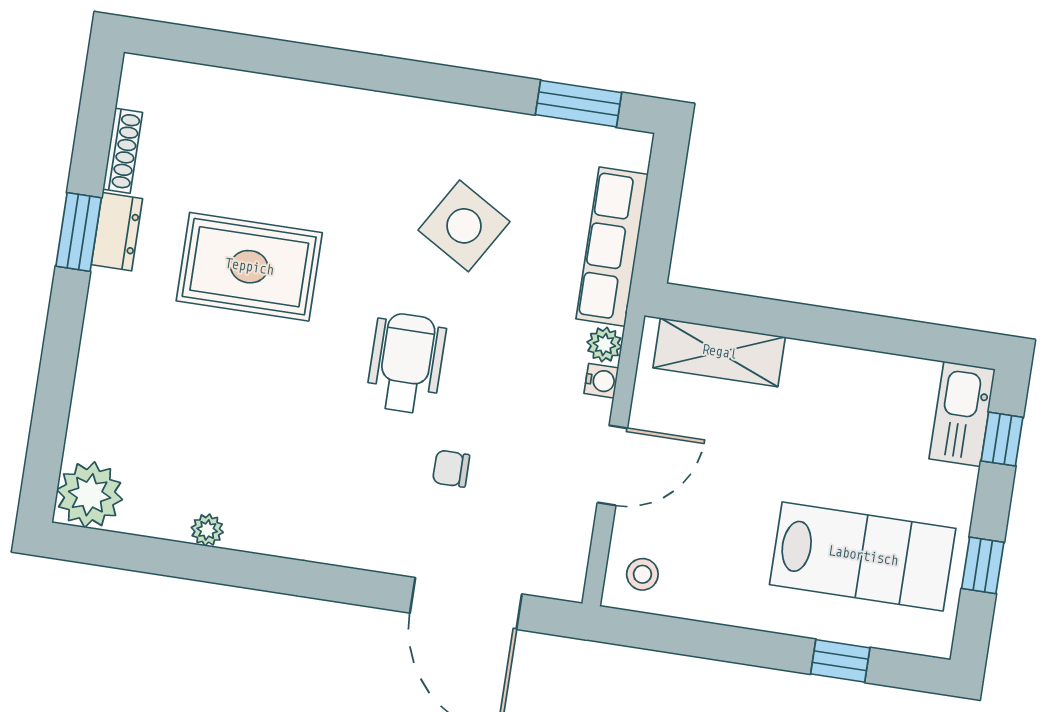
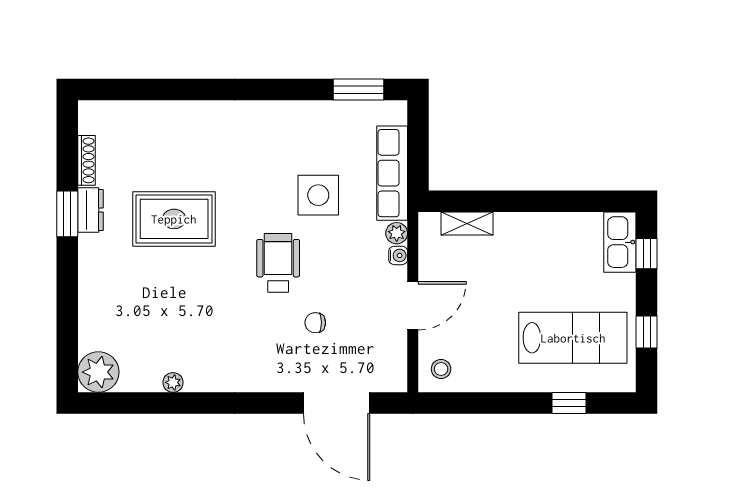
side table: (464, 226) -> (318, 195), moved, turned -31
shelving: (719, 352) -> (467, 223), width x0.67, depth x0.75

